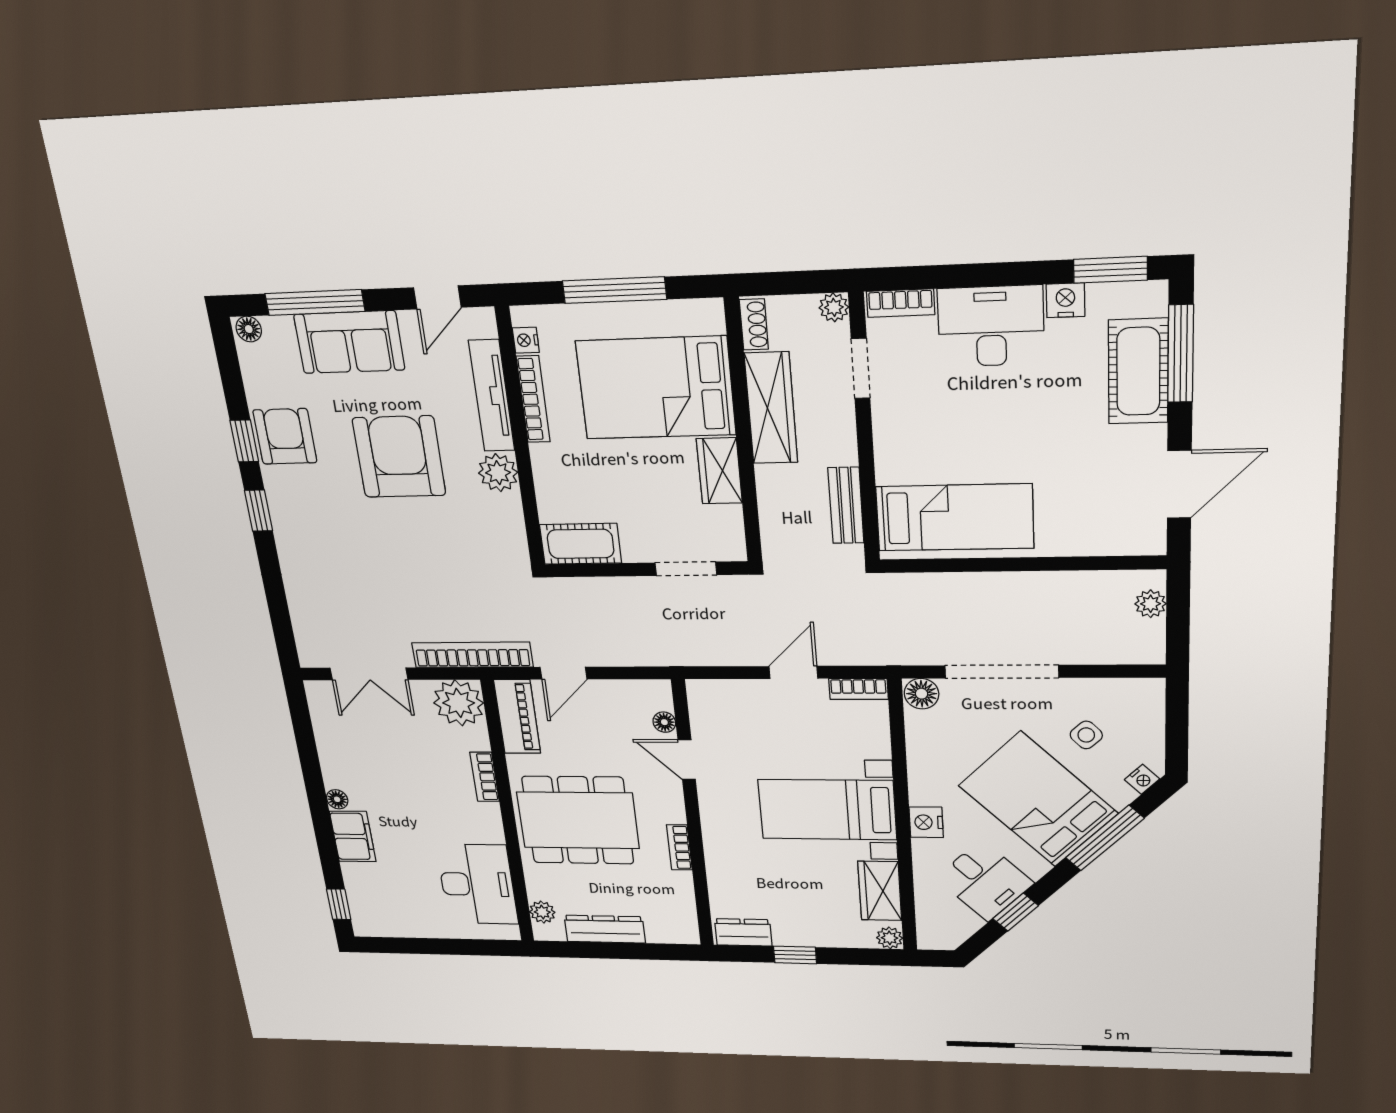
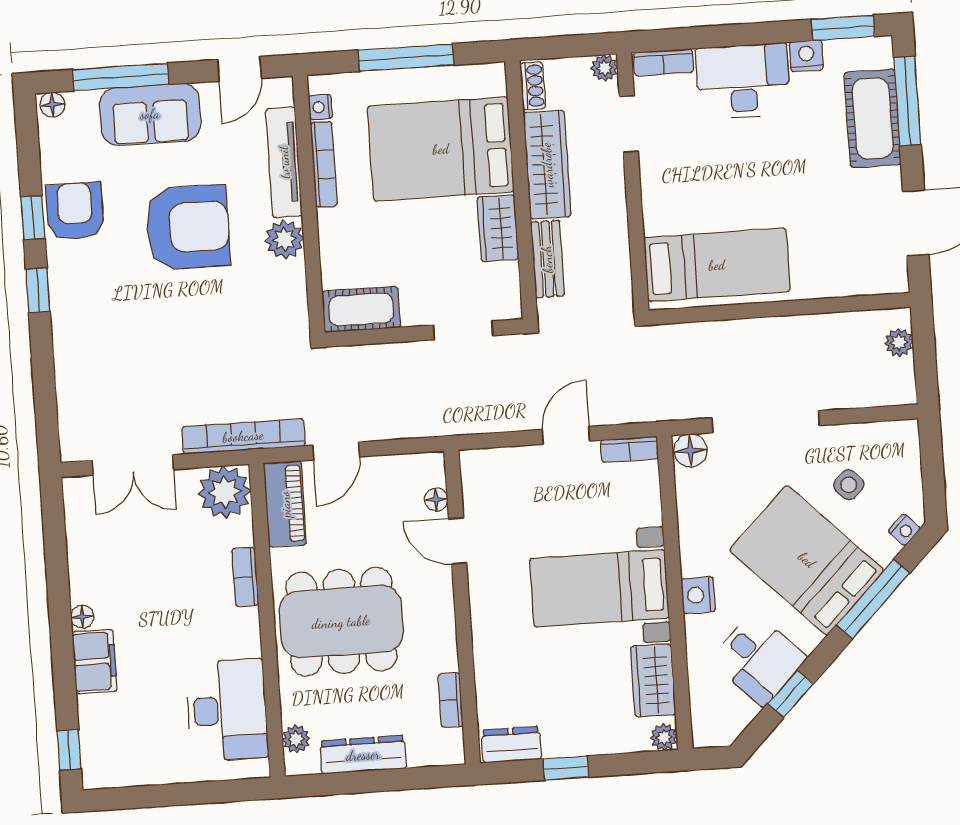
armchair: (399, 457) -> (188, 227), turned 90
bench: (846, 505) -> (547, 259), moved
bookcase: (679, 847) -> (451, 700), moved

